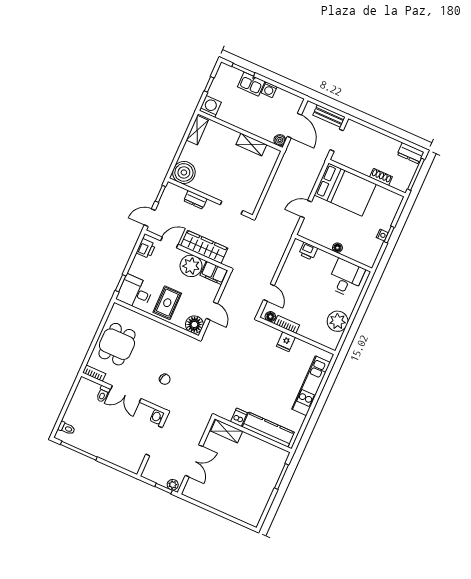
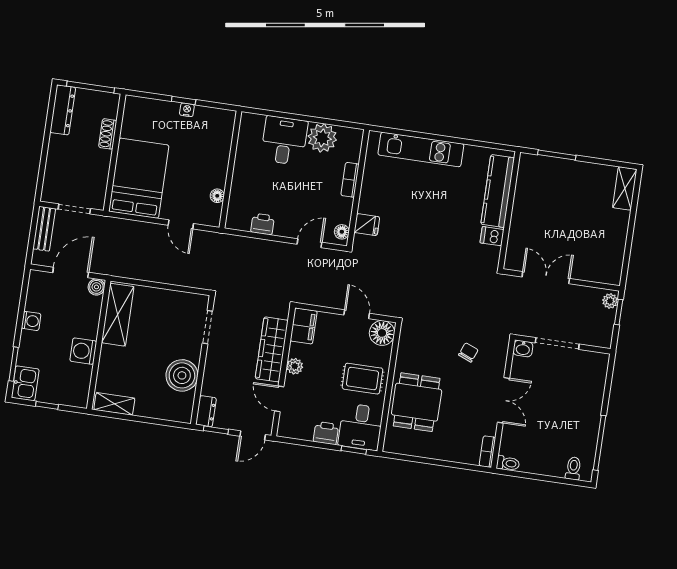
kitchen sink: (251, 84) -> (25, 383), moved
washing machine: (210, 106) -> (83, 351), moved
shelving: (251, 145) -> (118, 315), width x1.50, depth x1.33
dresser: (411, 153) -> (63, 110), width x1.44
boiler: (184, 172) -> (182, 375), moved
dresser: (195, 200) -> (206, 411), moved
door: (150, 218) -> (253, 435), hinge flipped
printer: (146, 248) -> (326, 433), moved
floor lamp: (337, 248) -> (217, 196), moved
printer: (308, 251) -> (263, 224), moved, turned -90
plant: (191, 266) -> (295, 366), width x0.53, depth x0.53
desk: (346, 278) -> (284, 141), moved, turned 90
door: (212, 311) -> (357, 314), hinge flipped
bookcase: (287, 324) -> (350, 180), moved
fridge: (286, 342) -> (367, 225), moved
dining table: (117, 344) -> (417, 402), moved, turned 90
toilet: (103, 394) -> (508, 463), moved
shelving: (227, 431) -> (625, 188), moved
double door: (194, 461) -> (546, 278), moved

